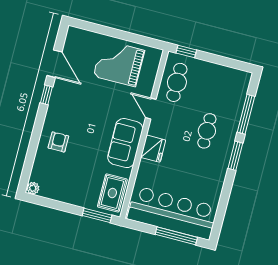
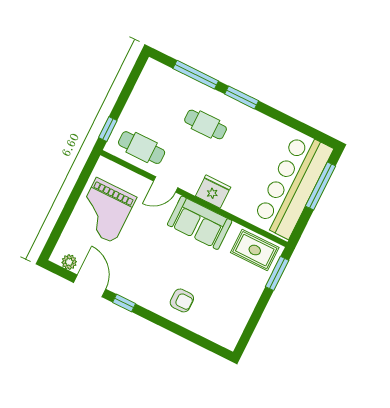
door: (54, 64) -> (90, 286), hinge flipped
armchair: (58, 142) -> (182, 300), turned 180
plant: (33, 188) -> (69, 262), moved

